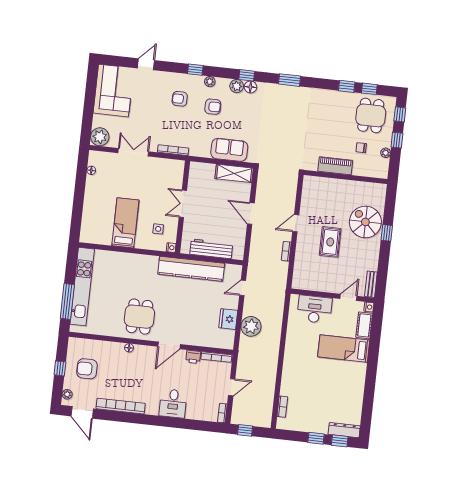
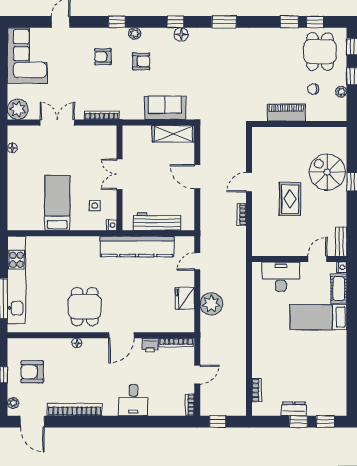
plant: (237, 86) -> (165, 35), removed
dresser: (344, 430) -> (294, 409), moved, width x0.70

